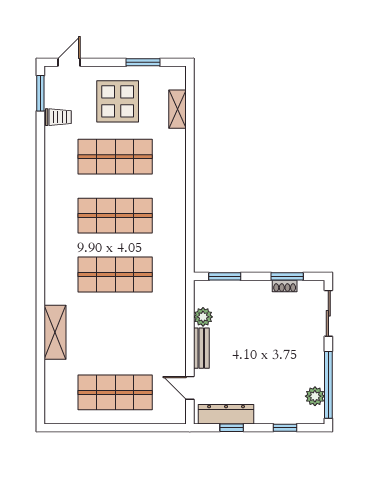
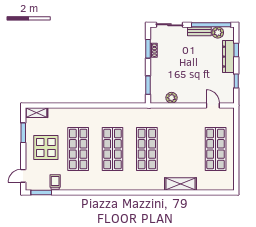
door: (69, 62) -> (23, 176), hinge flipped
shelving: (178, 109) -> (37, 113), moved
bench: (201, 348) -> (199, 31), moved
door: (190, 388) -> (213, 105), swing flipped
dresser: (226, 414) -> (228, 57), moved

